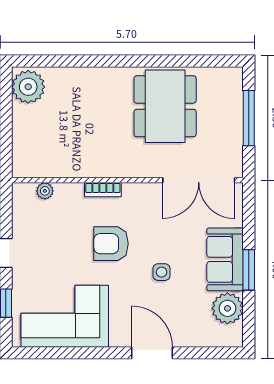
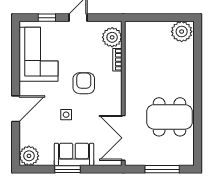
bookcase: (103, 190) -> (117, 60), moved
plant: (45, 191) -> (112, 37), width x1.88, depth x1.88
plant: (227, 308) -> (29, 156), moved

